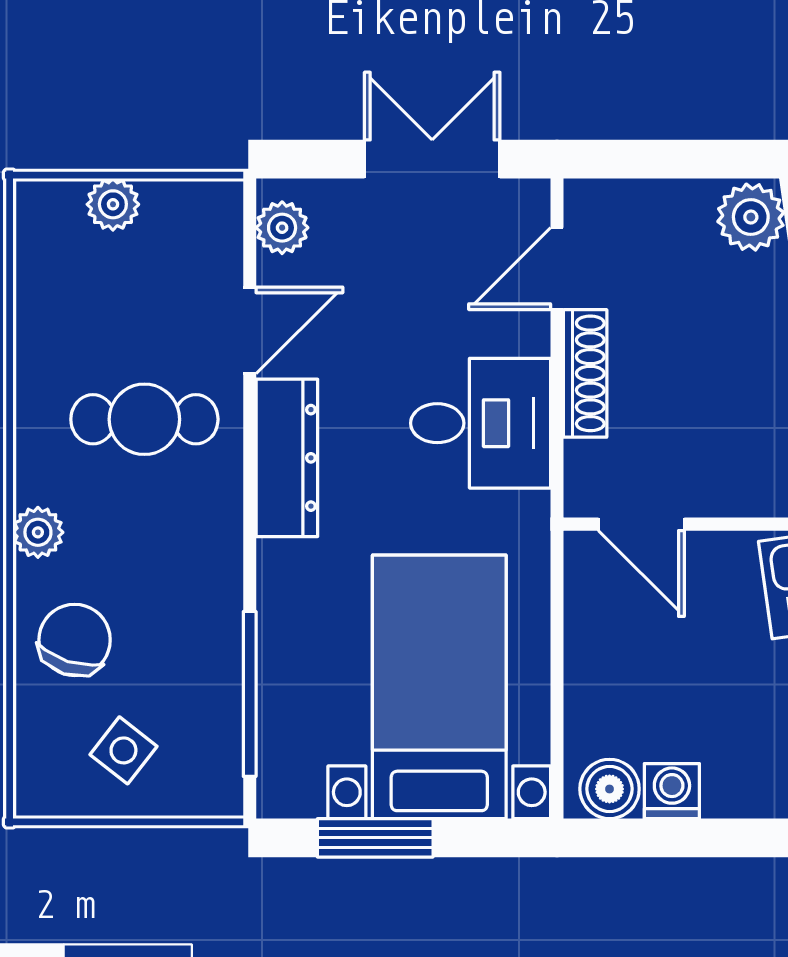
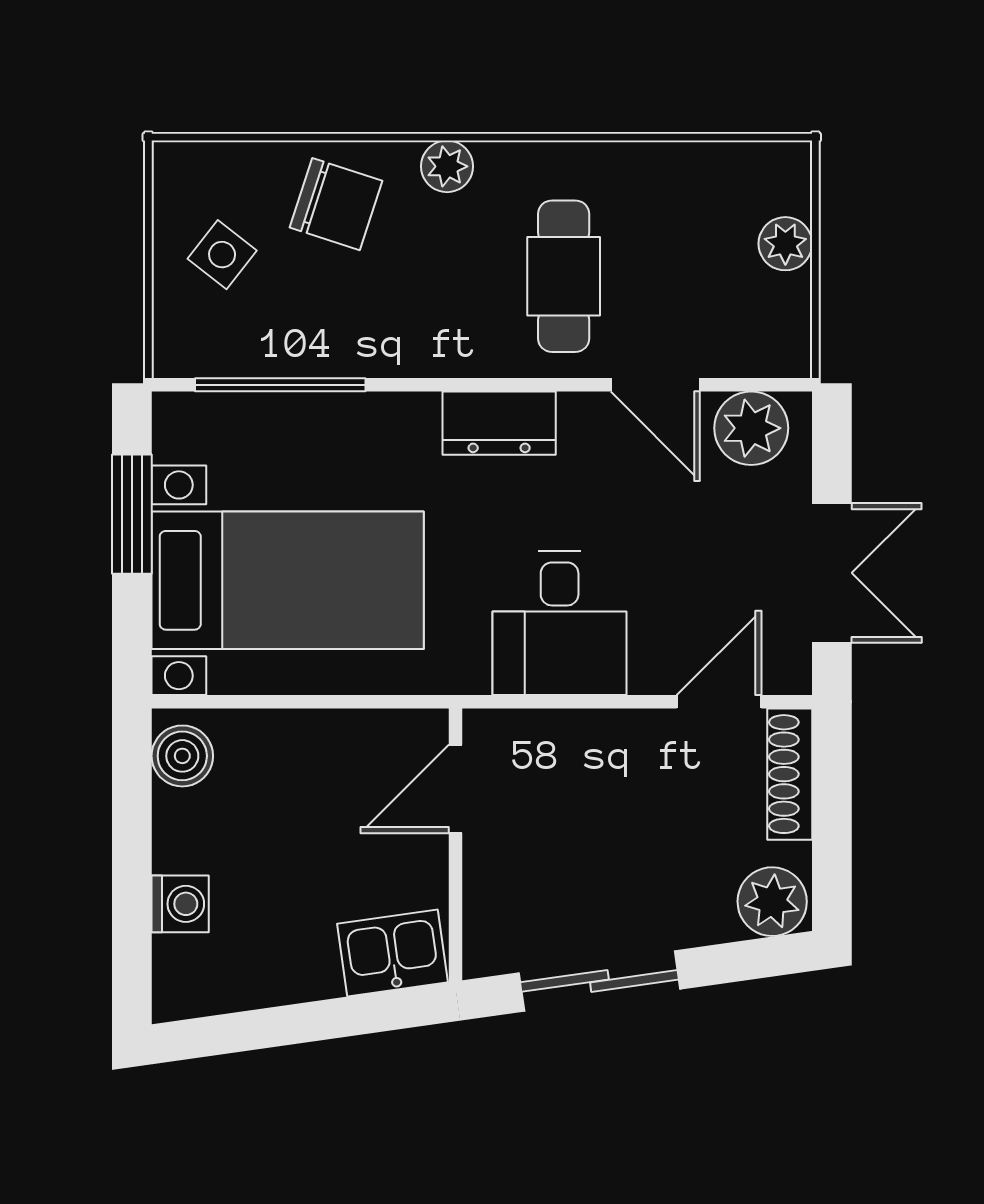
plant: (282, 228) -> (751, 428), width x1.38, depth x1.38
door: (557, 269) -> (719, 702), hinge flipped
shoe rack: (585, 373) -> (790, 774), moved, turned 90
dresser: (287, 458) -> (499, 423), width x0.70
washing machine: (672, 791) -> (180, 904), moved

